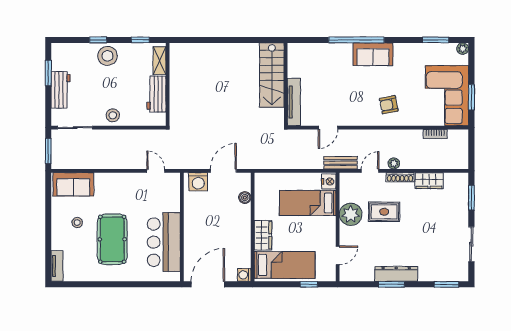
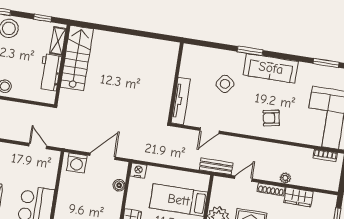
window: (356, 40) -> (250, 51), width x0.47
sofa: (373, 54) -> (271, 68), width x1.36
stairs: (272, 75) -> (77, 58), moved, turned 180
side table: (336, 77) -> (225, 84), added
bookcase: (435, 134) -> (325, 155), moved
plant: (394, 163) -> (285, 178), moved
nightstand: (329, 181) -> (138, 171), moved, turned -90

